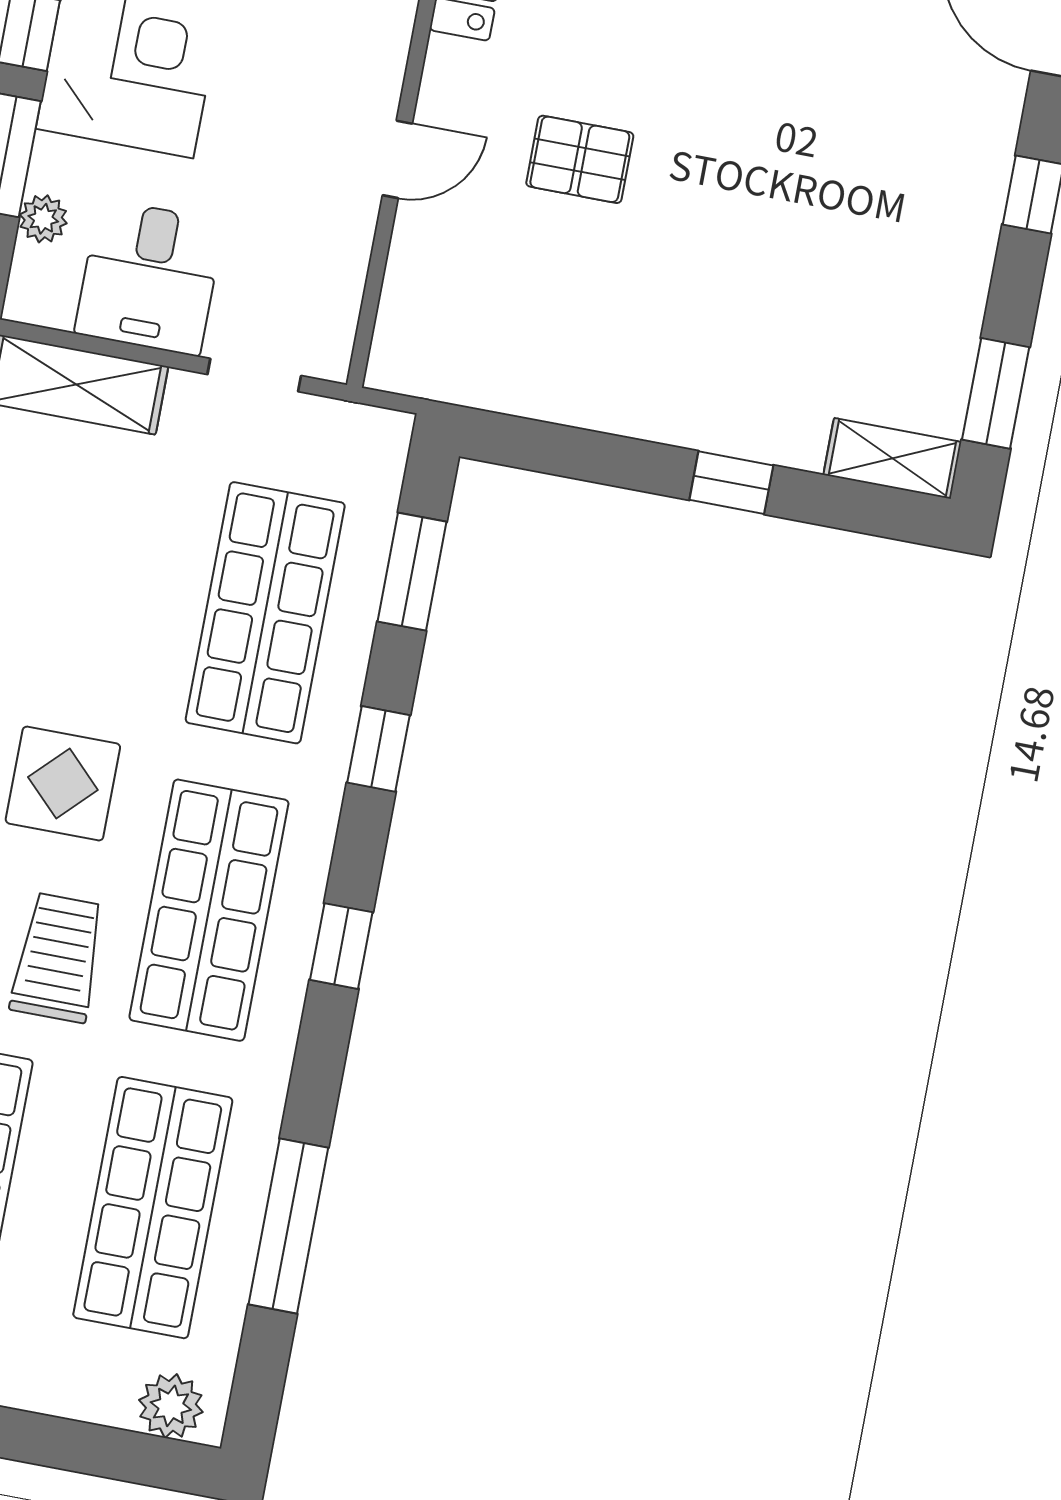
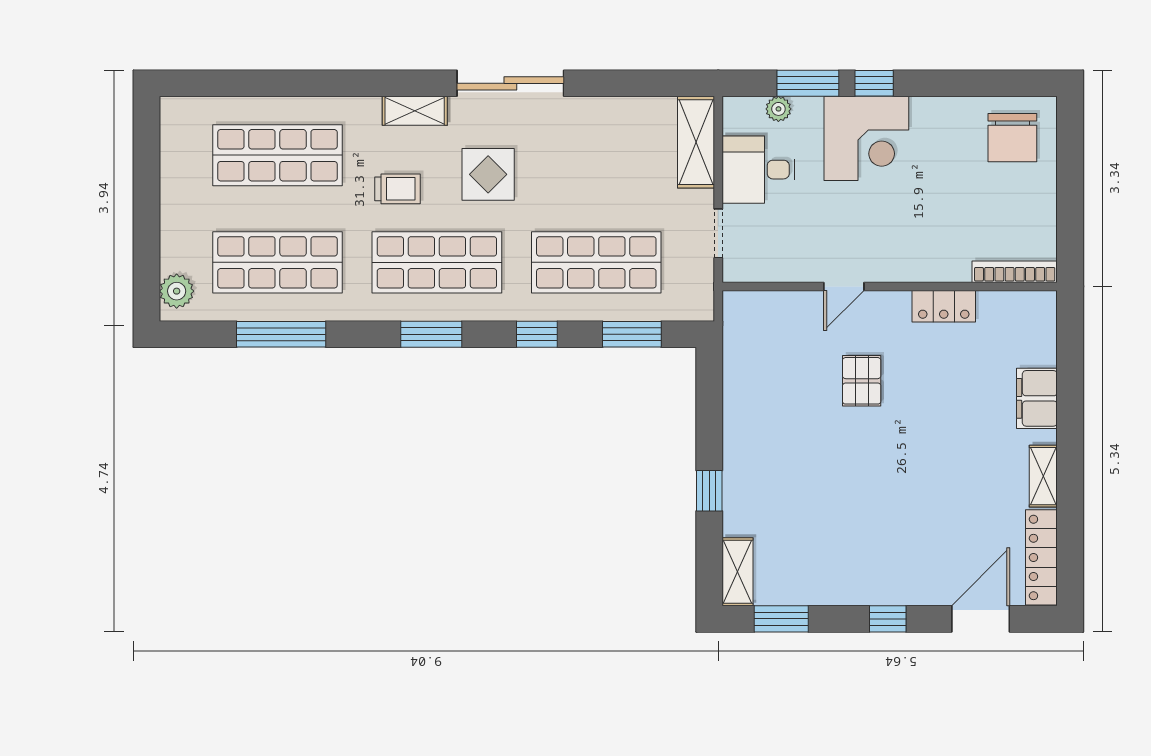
door: (397, 159) -> (844, 286), hinge flipped
window: (341, 946) -> (431, 334), width x1.50
trolley: (58, 958) -> (398, 189), width x0.73, depth x0.72

